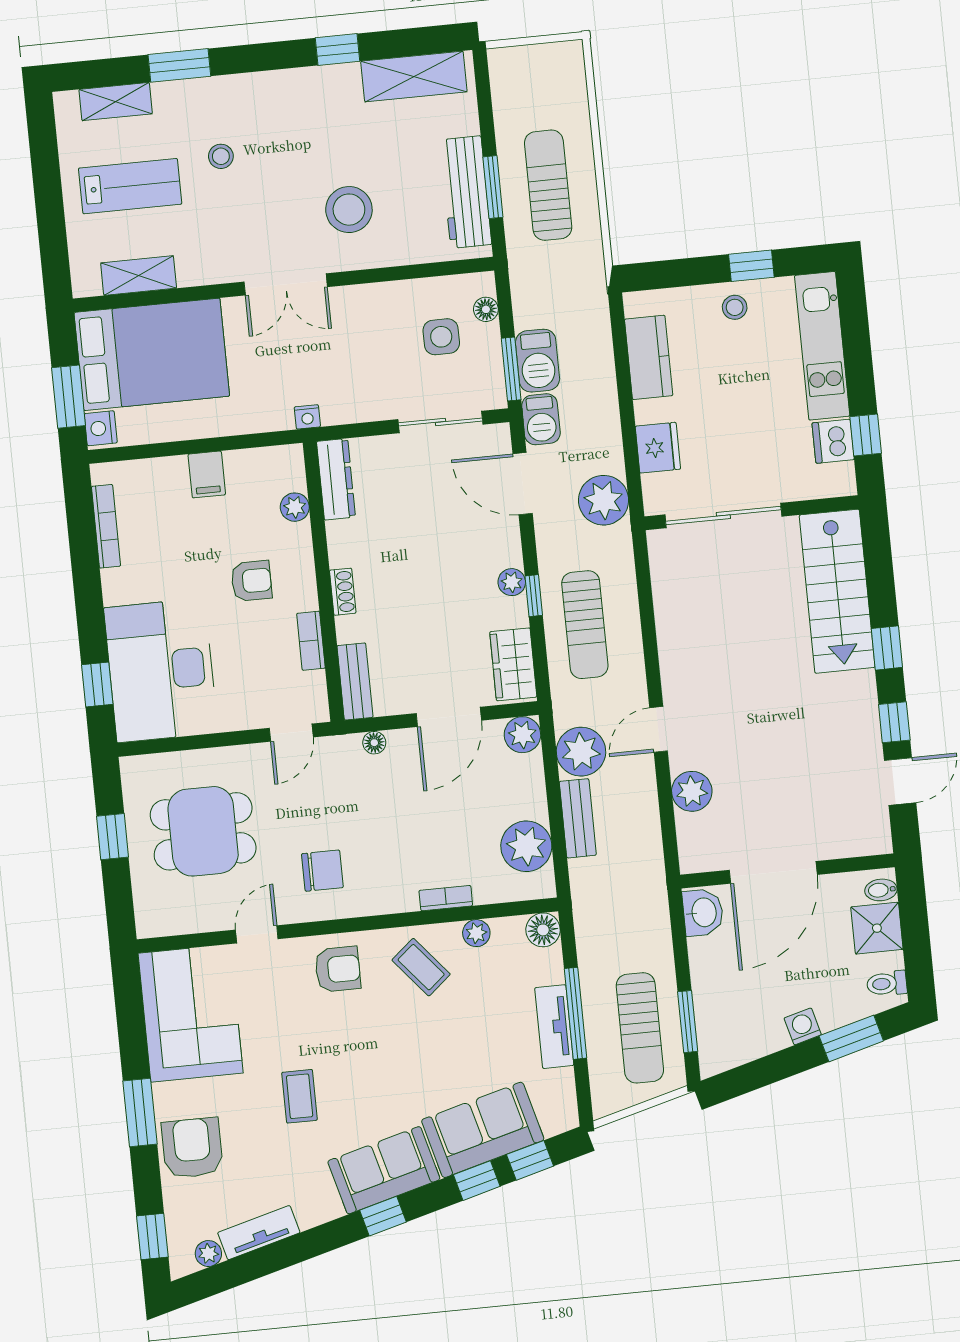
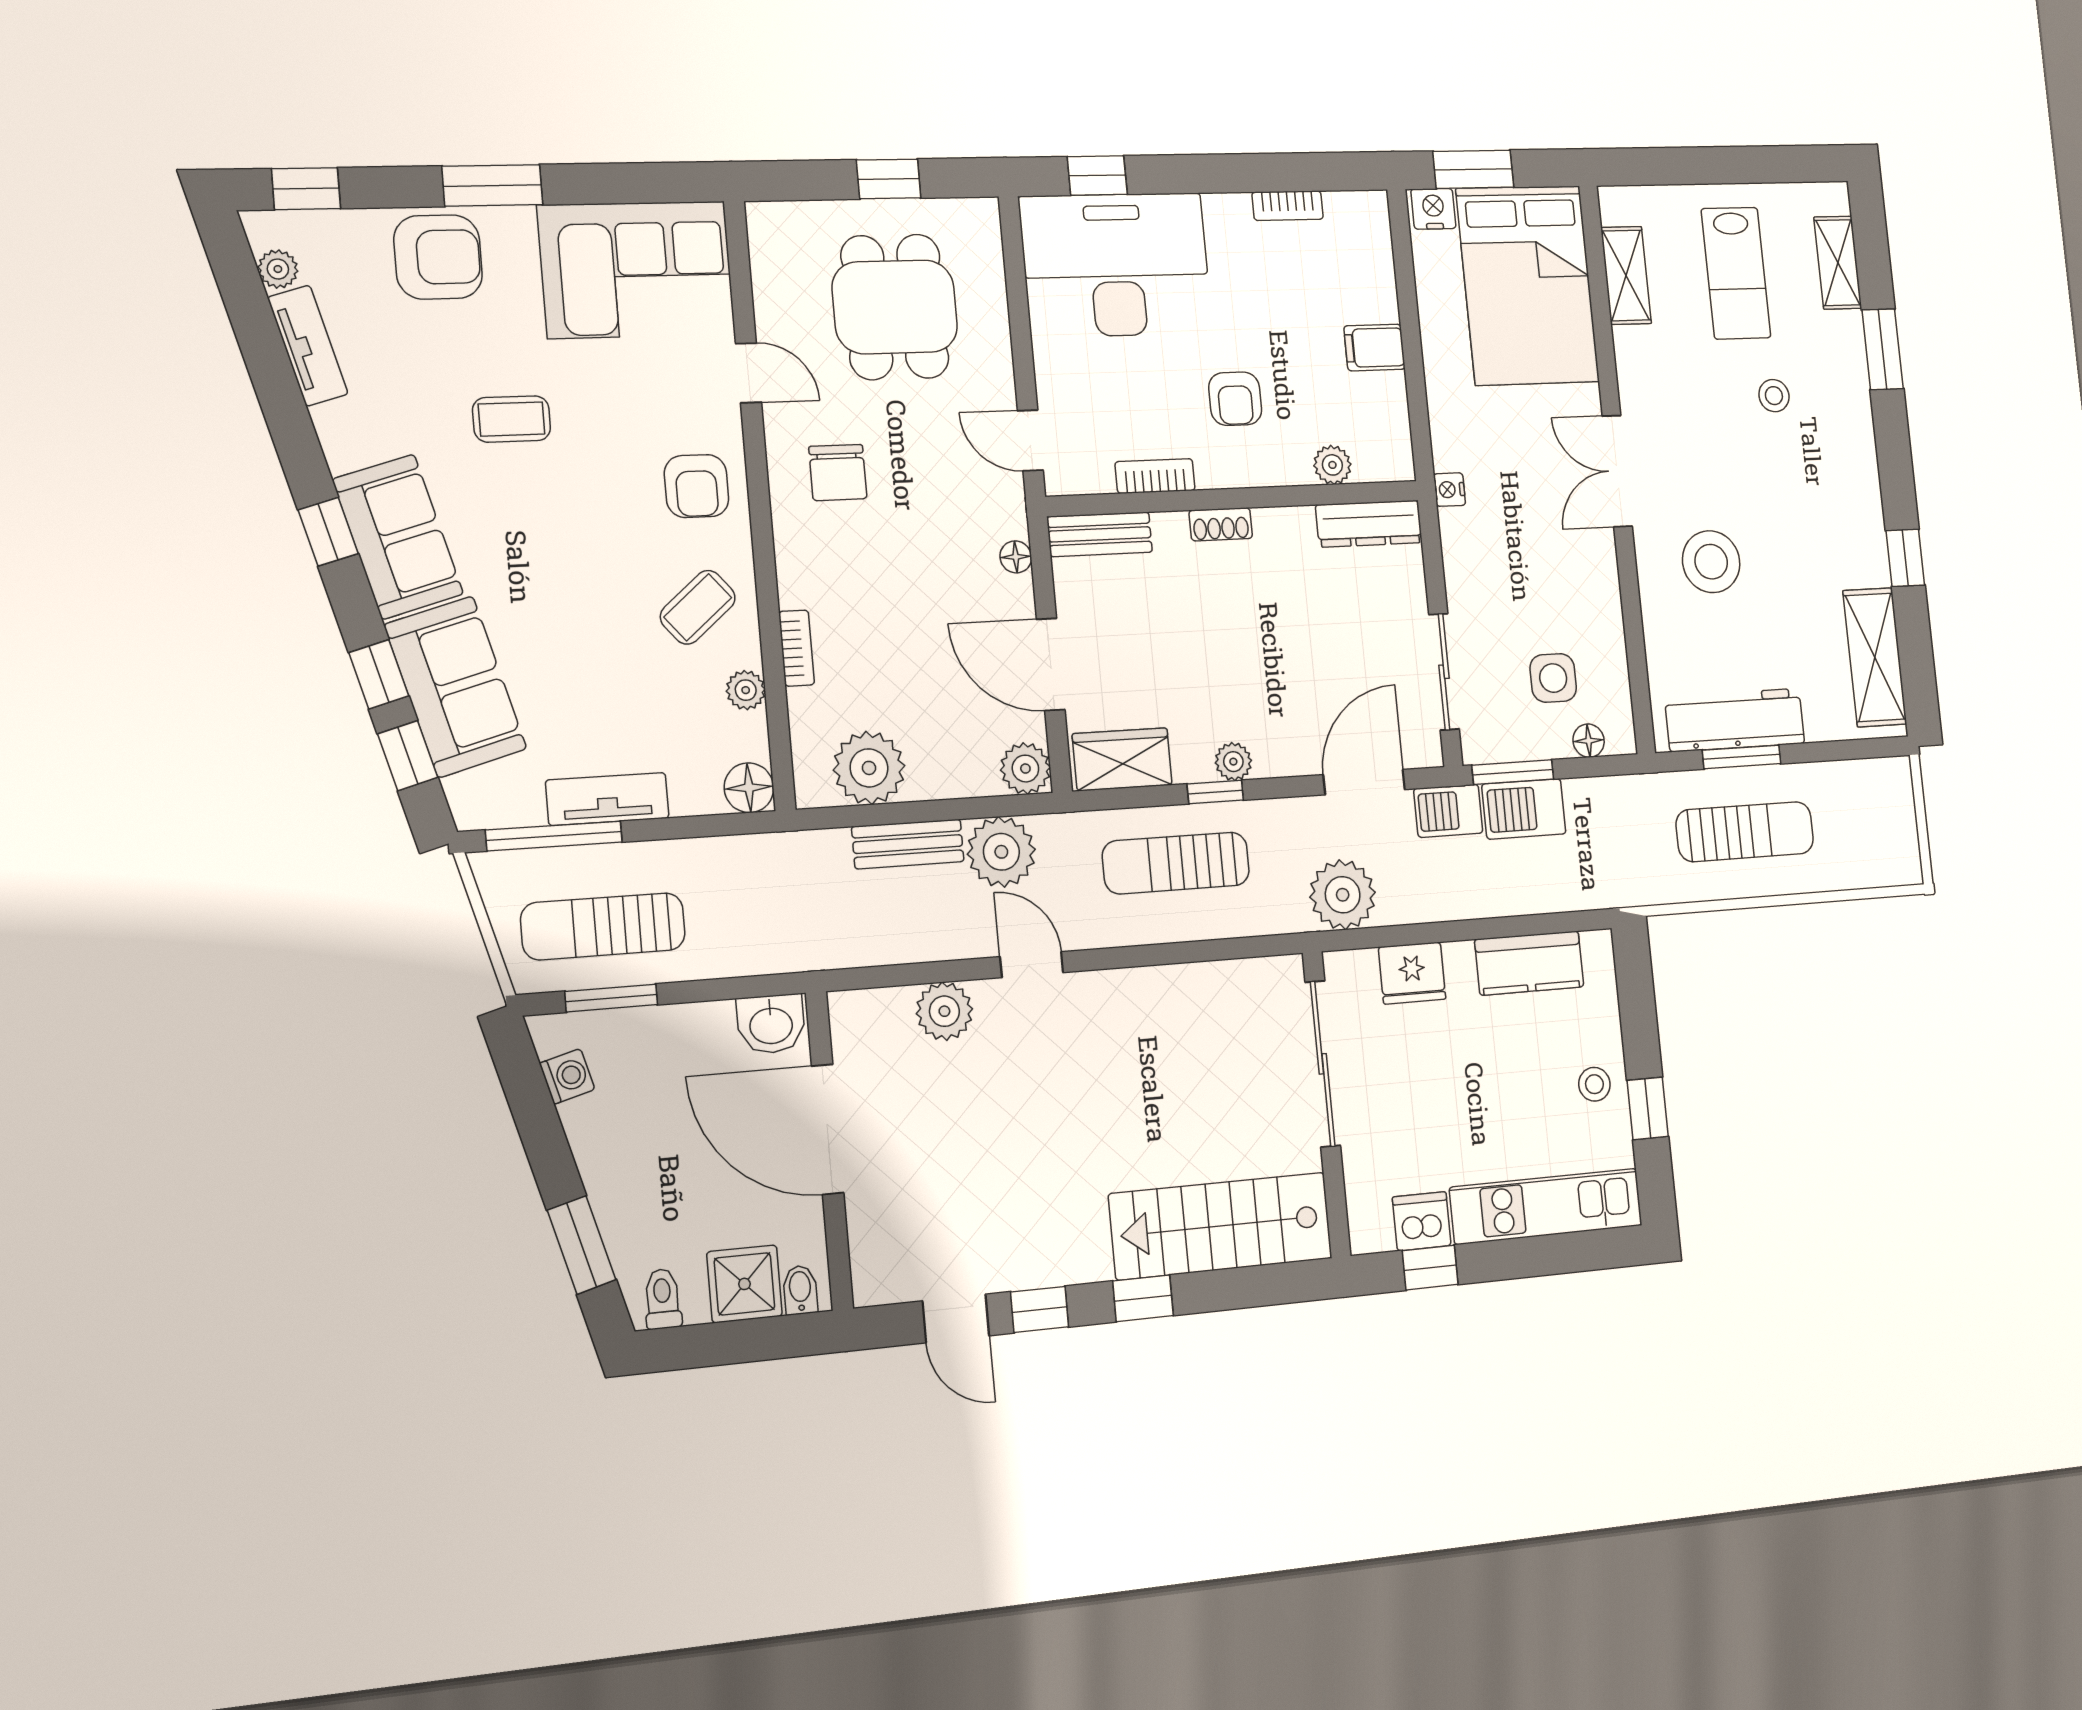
bookcase: (106, 526) -> (1288, 206), width x0.64
window: (575, 1013) -> (554, 836), moved
washing machine: (803, 1026) -> (567, 1076), moved

